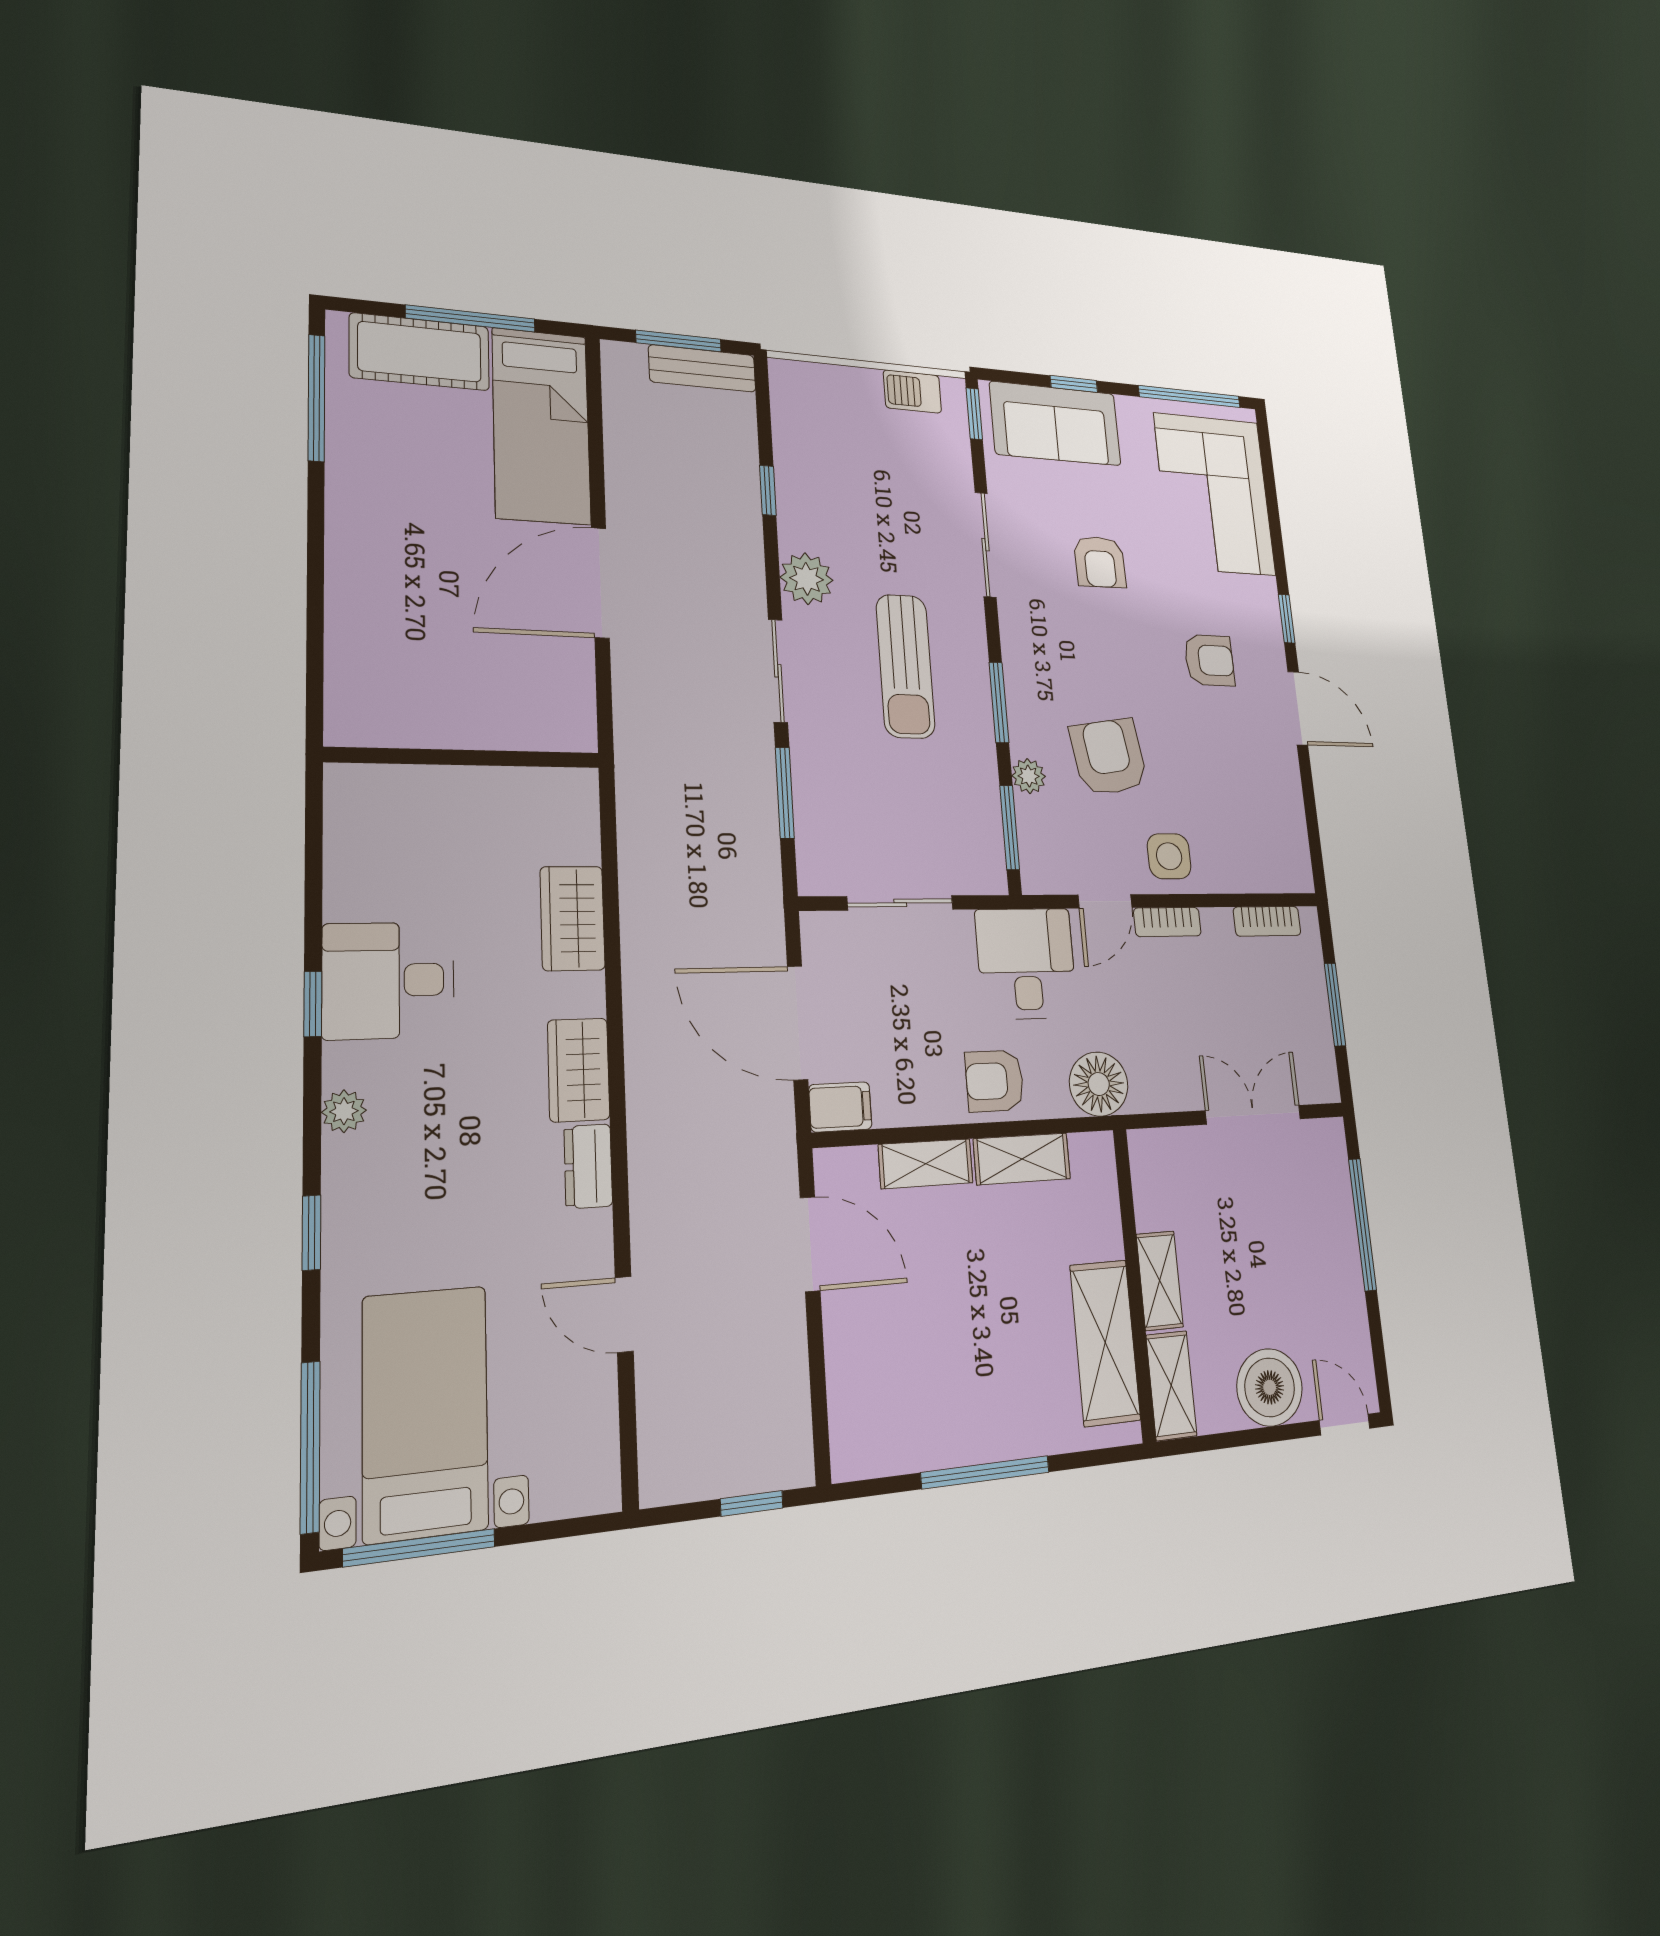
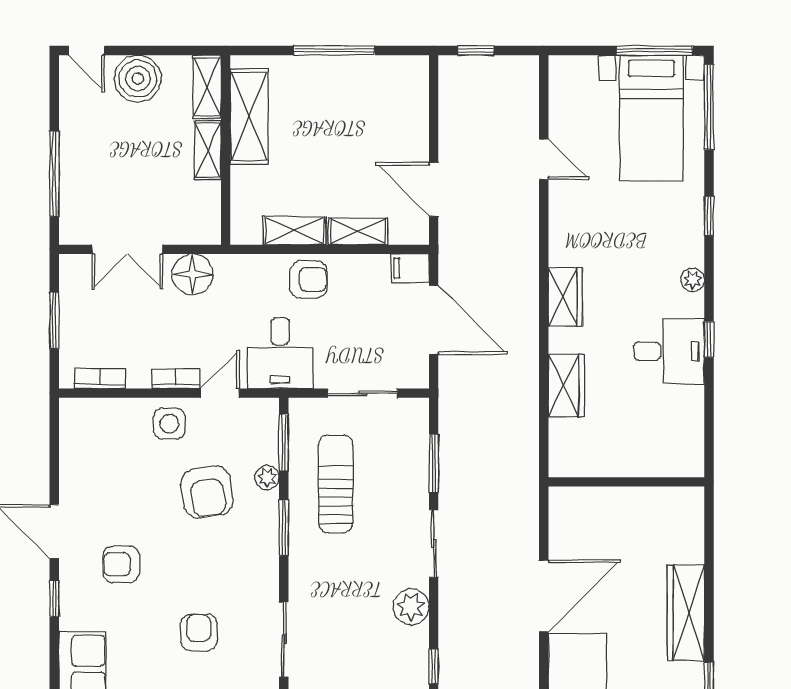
wardrobe: (357, 542) -> (686, 613), added
sun lounger: (905, 666) -> (336, 484), moved
floor lamp: (1099, 1084) -> (192, 274), moved
dresser: (588, 1166) -> (561, 242), removed

